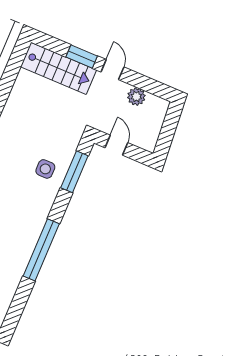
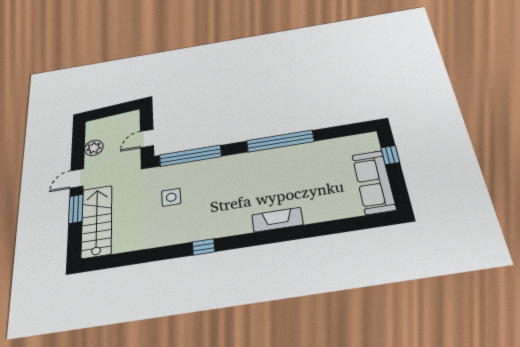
side table: (45, 169) -> (171, 197), moved
window: (74, 172) -> (190, 156), width x1.46

